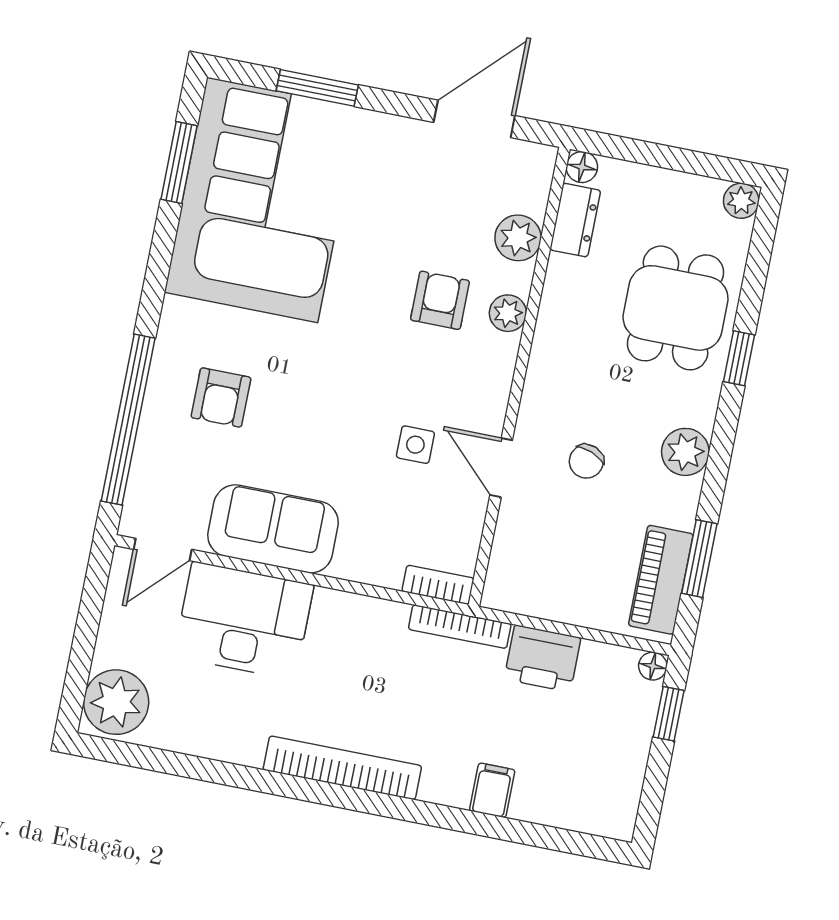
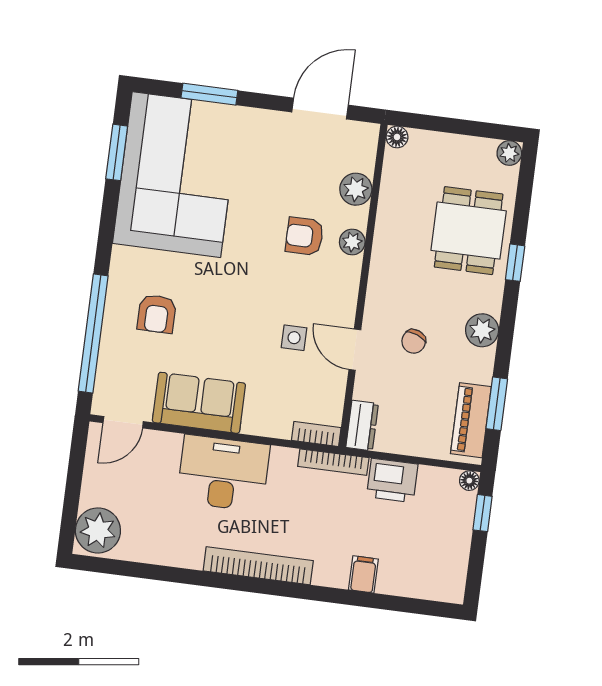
dresser: (575, 220) -> (362, 426), moved
armchair: (440, 300) -> (304, 236), turned -90
desk: (244, 621) -> (223, 473), moved

